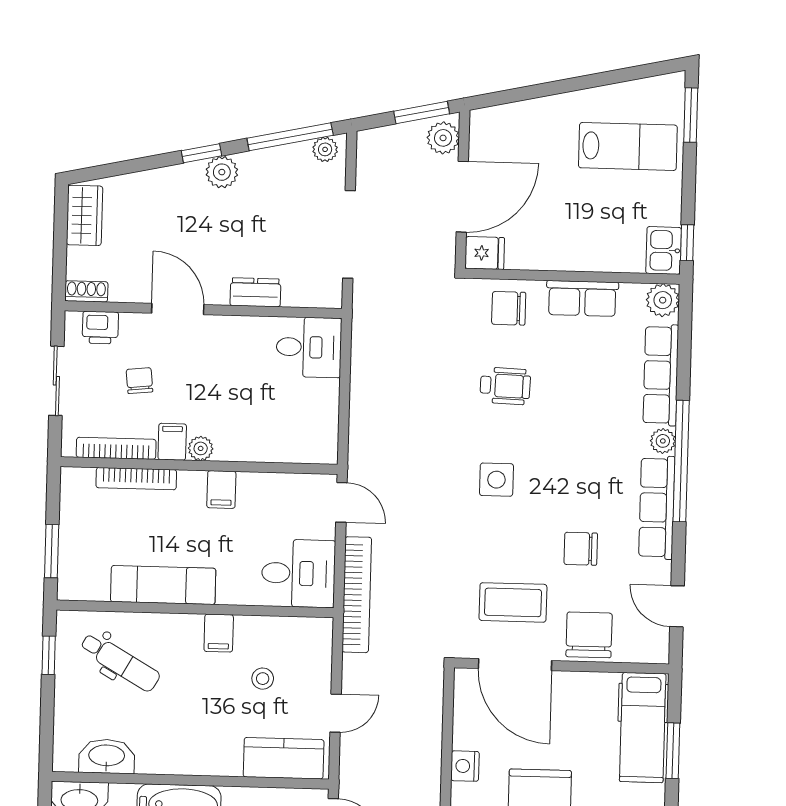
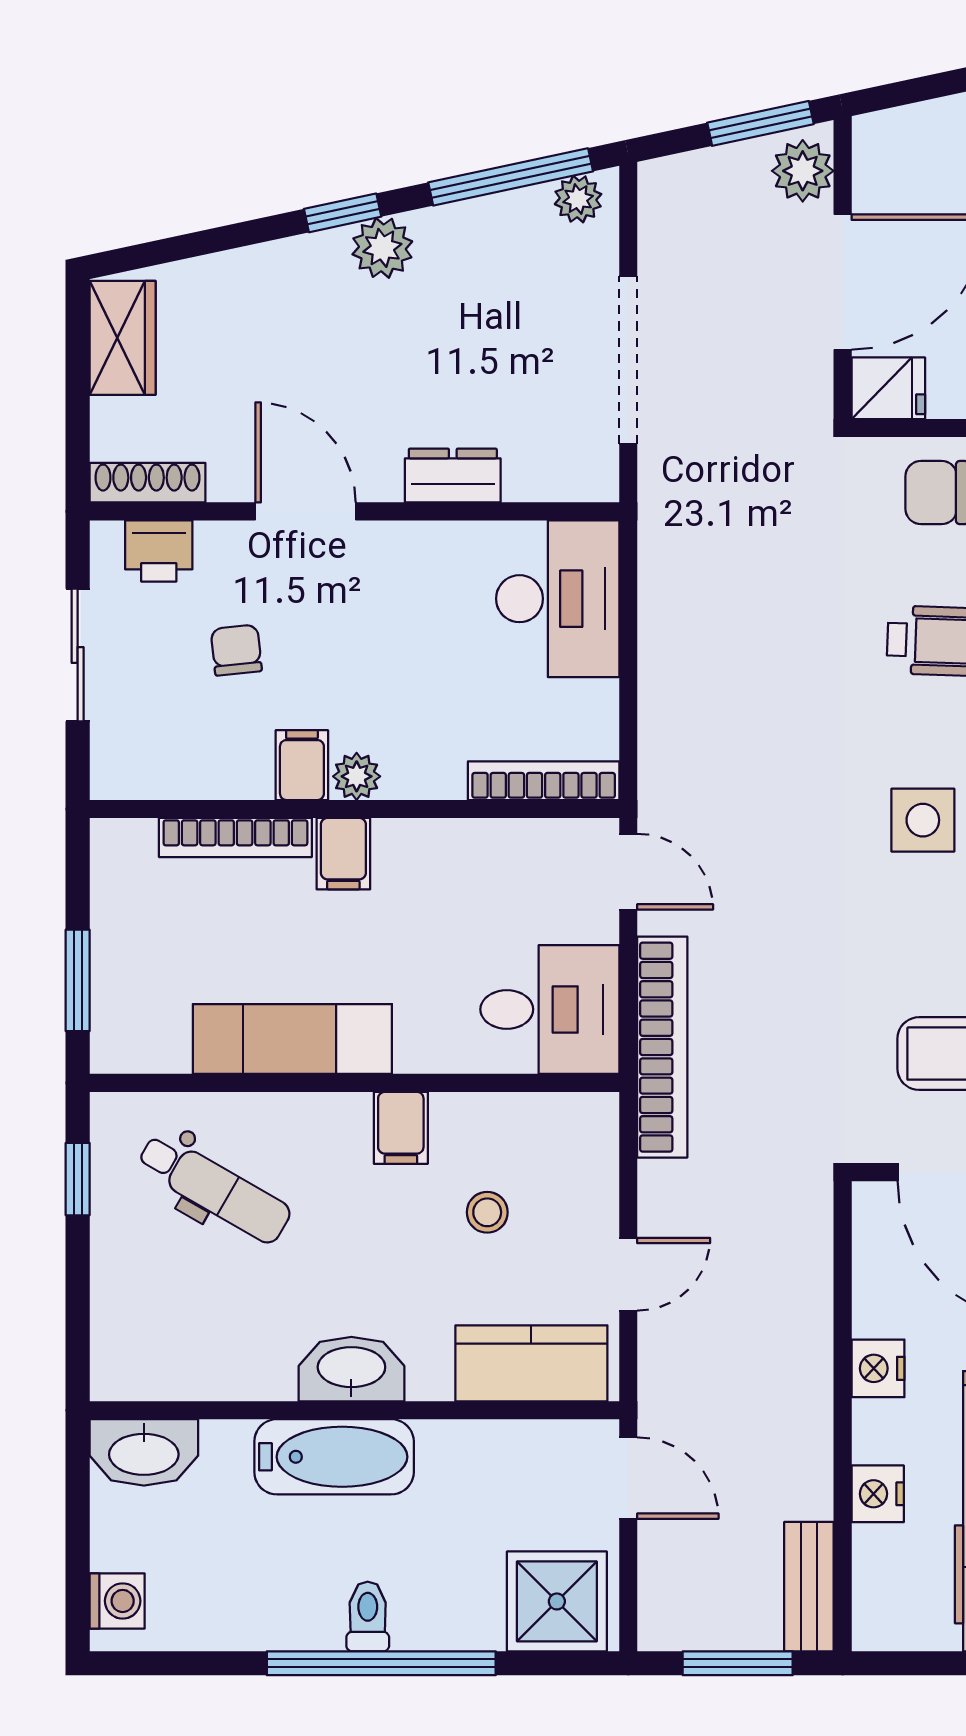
shoe rack: (86, 291) -> (147, 483), width x1.43
desk: (309, 347) -> (558, 599), width x1.37
bookcase: (116, 448) -> (544, 781), moved
filing cabinet: (221, 489) -> (343, 854), moved
washbasin: (107, 756) -> (351, 1369), moved

